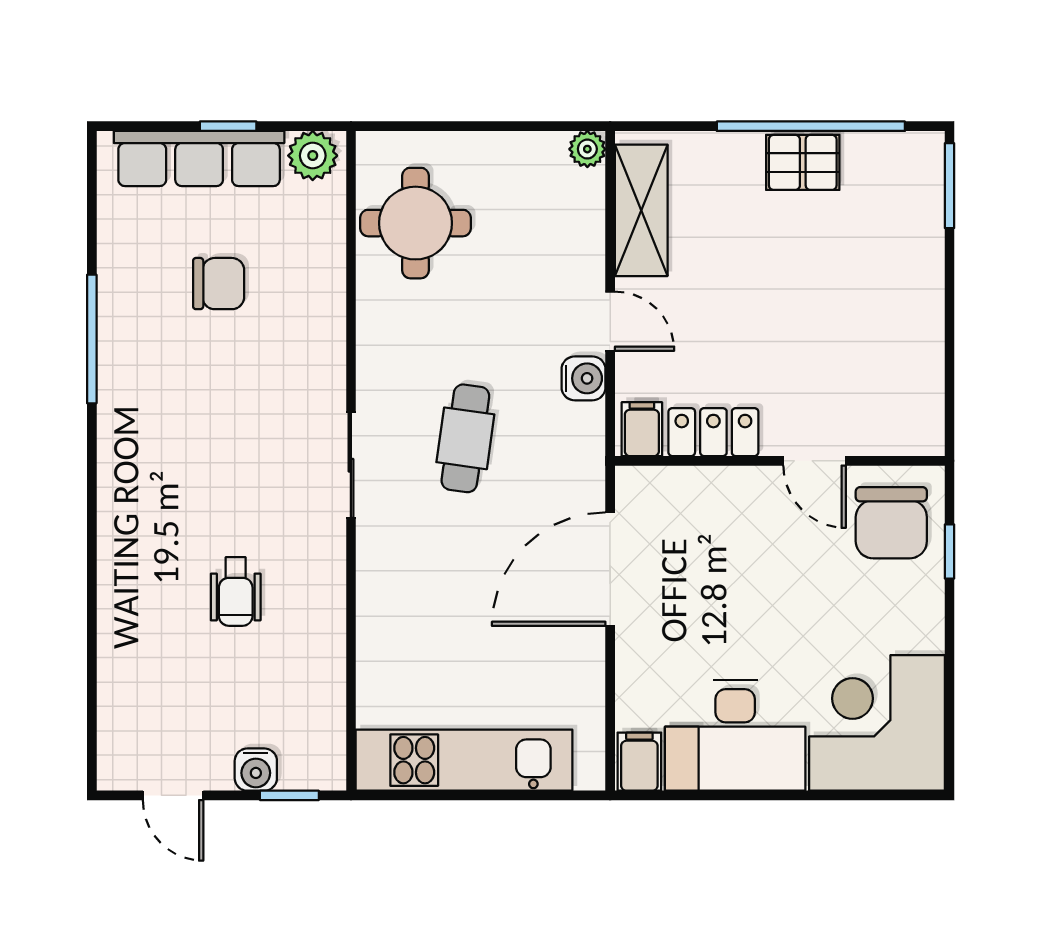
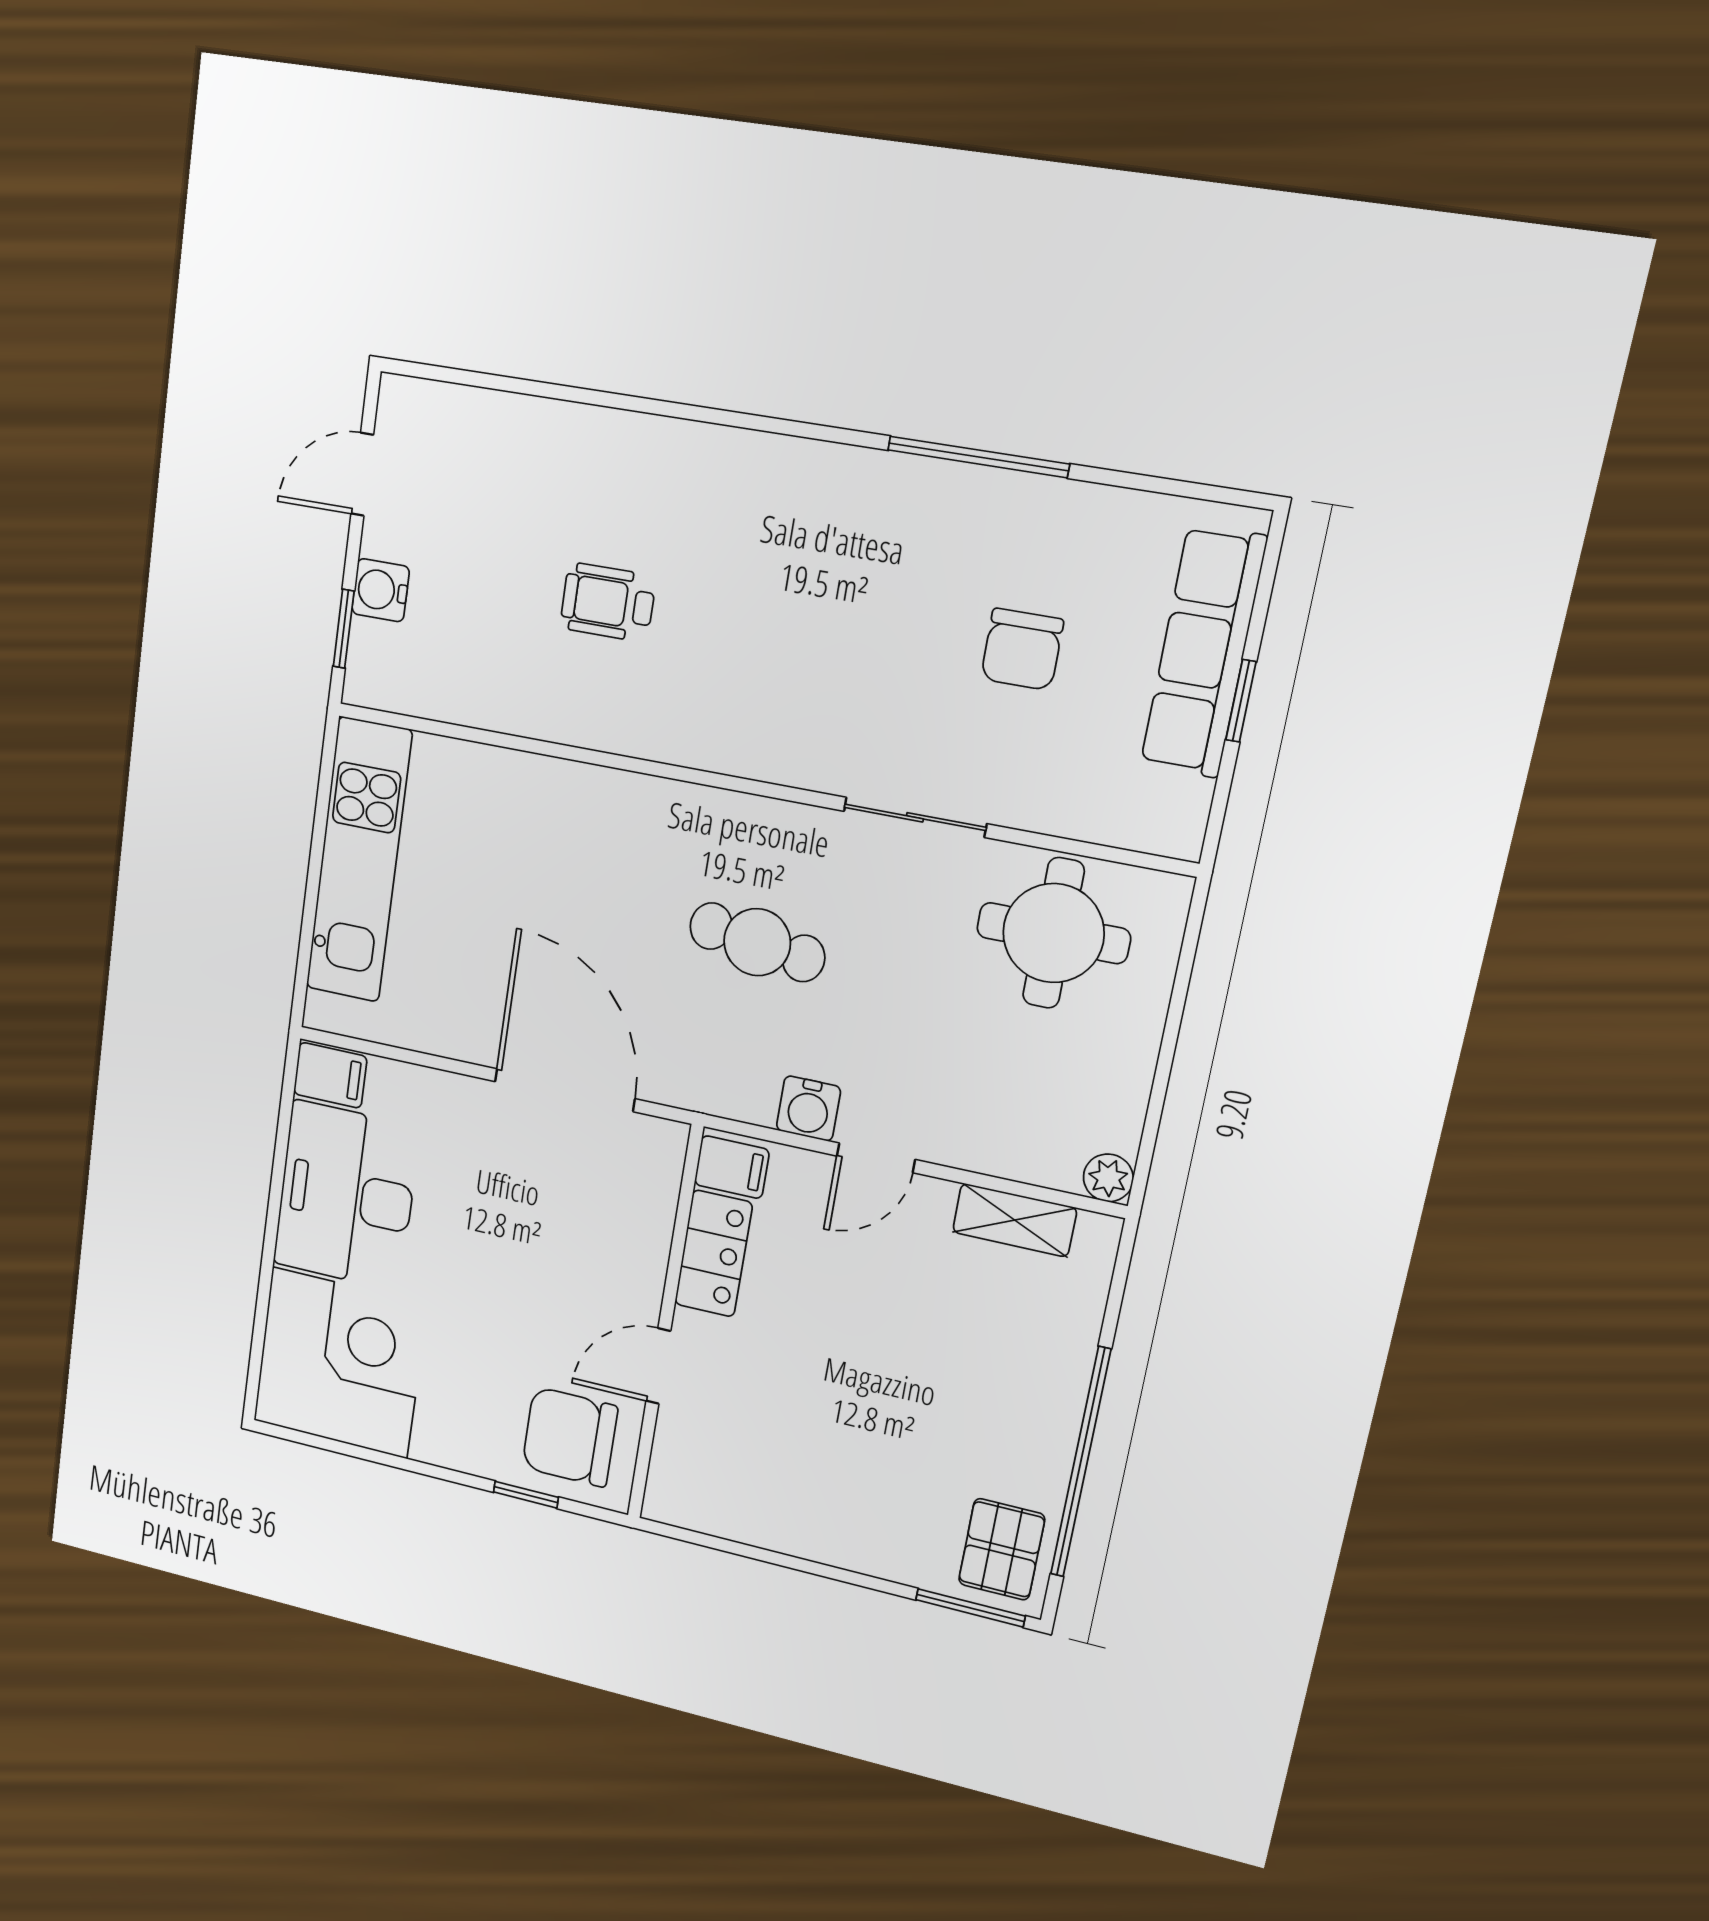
plant: (313, 156) -> (1175, 812), removed
pallet: (803, 162) -> (1002, 1549), moved
shelving: (641, 210) -> (1015, 1220), width x0.67, depth x0.75
sliding door: (351, 465) -> (915, 817), moved

